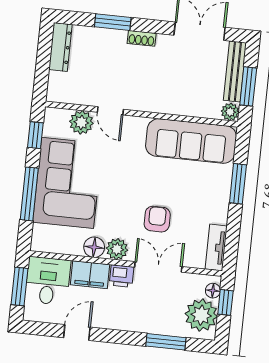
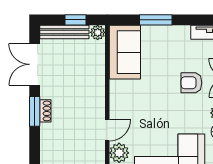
window: (113, 22) -> (35, 111), moved
window: (248, 86) -> (76, 20), width x0.67
sofa: (191, 141) -> (125, 52), width x0.73

